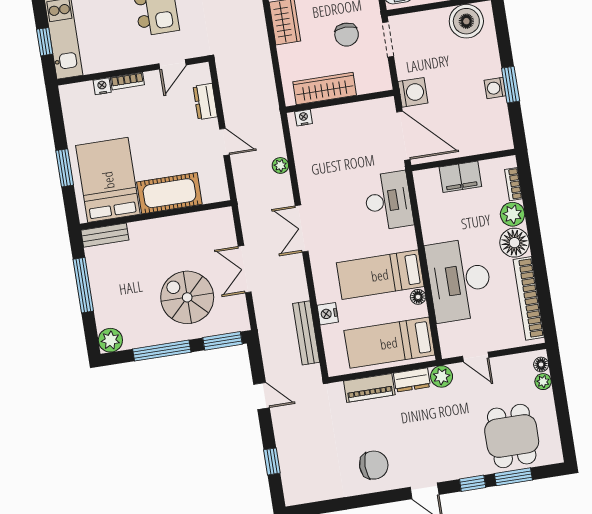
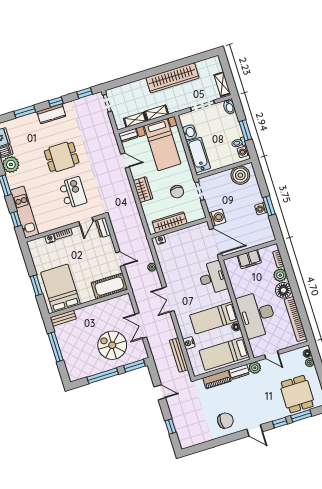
dresser: (205, 102) -> (103, 228), moved
cot: (169, 193) -> (109, 286), moved
plant: (110, 340) -> (74, 374), removed

